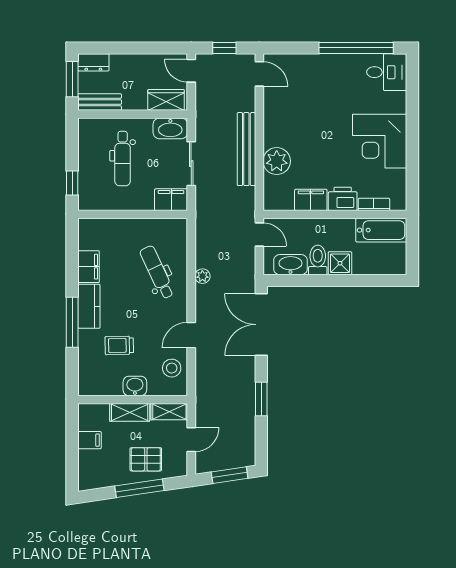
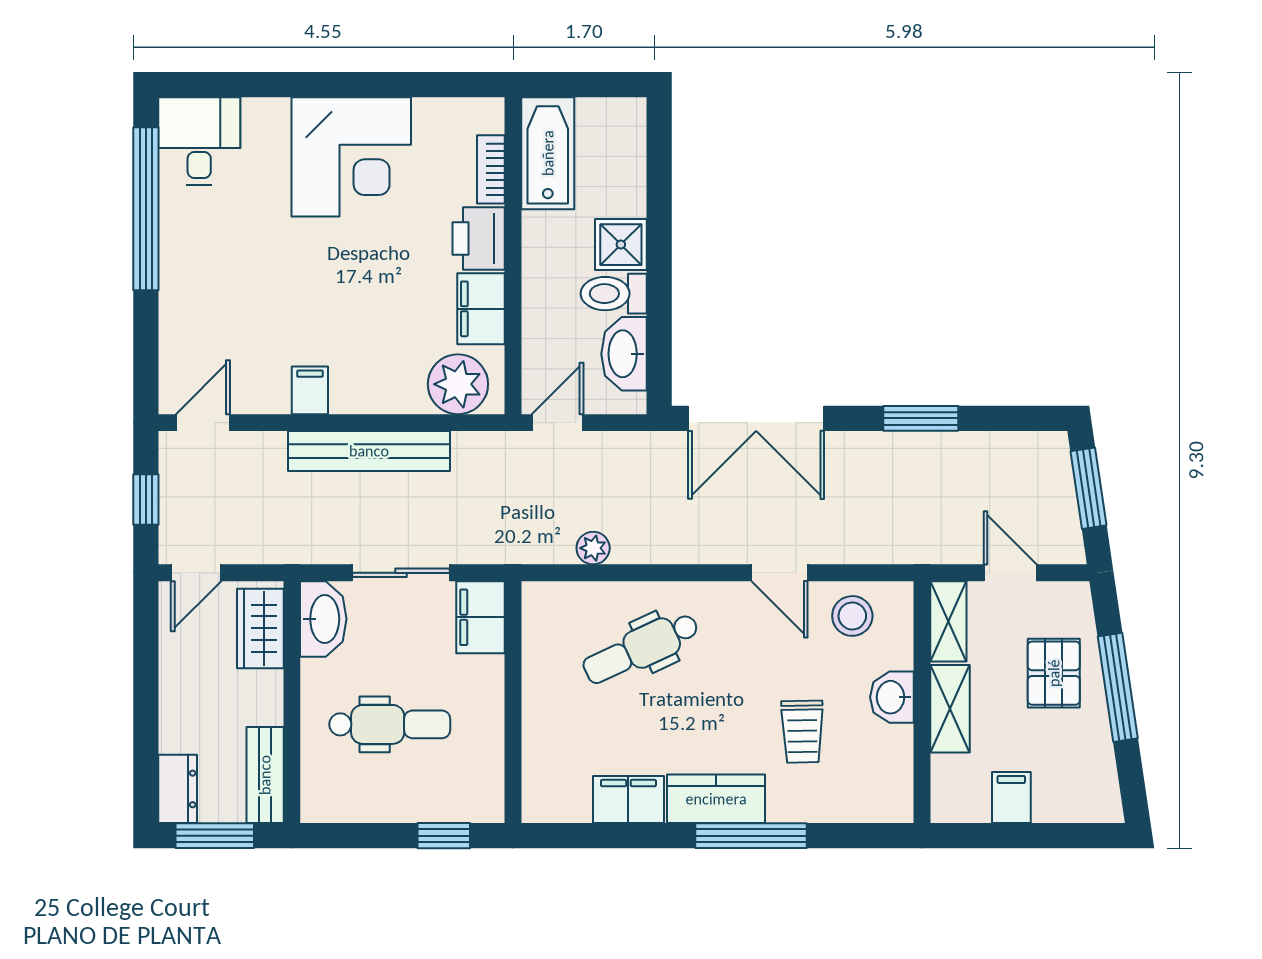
filing cabinet: (274, 122) -> (310, 390), added
plant: (277, 161) -> (458, 384), moved
plant: (202, 276) -> (593, 548), moved

